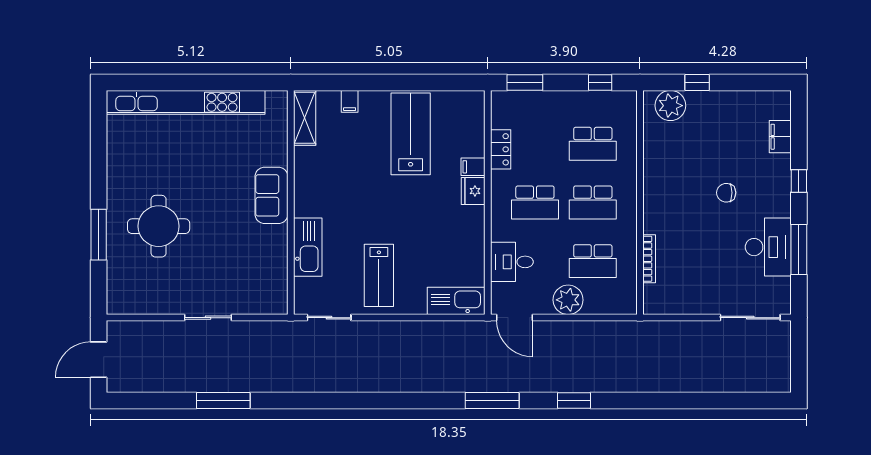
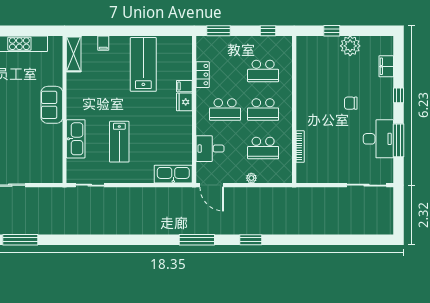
plant: (670, 106) -> (350, 46), moved
lab bench: (379, 275) -> (119, 142), moved
plant: (568, 300) -> (251, 178), width x0.53, depth x0.53

